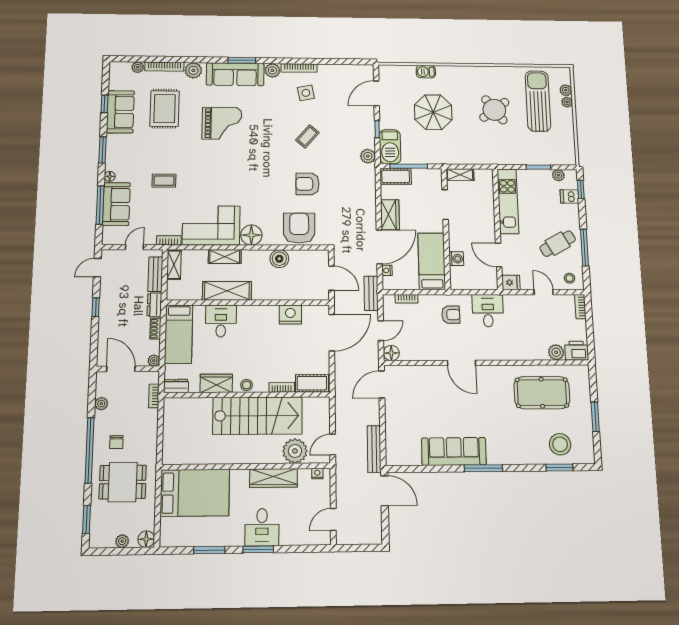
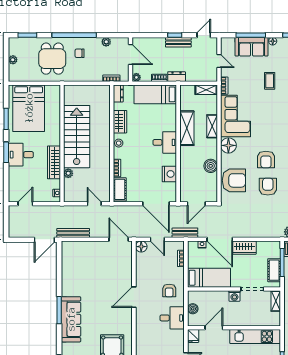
cot: (396, 176) -> (274, 270), moved
armchair: (271, 186) -> (266, 159), added
washing machine: (456, 259) -> (234, 296), moved
door: (97, 268) -> (204, 35), hinge flipped
bench: (155, 274) -> (178, 42), moved
boiler: (474, 283) -> (193, 309), added
desk: (221, 321) -> (165, 142), moved
door: (121, 369) -> (131, 54), hinge flipped
stairs: (257, 416) -> (77, 137), moved, turned 180
door: (333, 445) -> (94, 204), moved
plant: (295, 451) -> (68, 173), width x0.53, depth x0.53
sofa: (454, 451) -> (71, 319), moved
bed: (195, 493) -> (29, 108), moved
door: (333, 519) -> (25, 204), hinge flipped
floor lamp: (146, 539) -> (14, 76), removed

